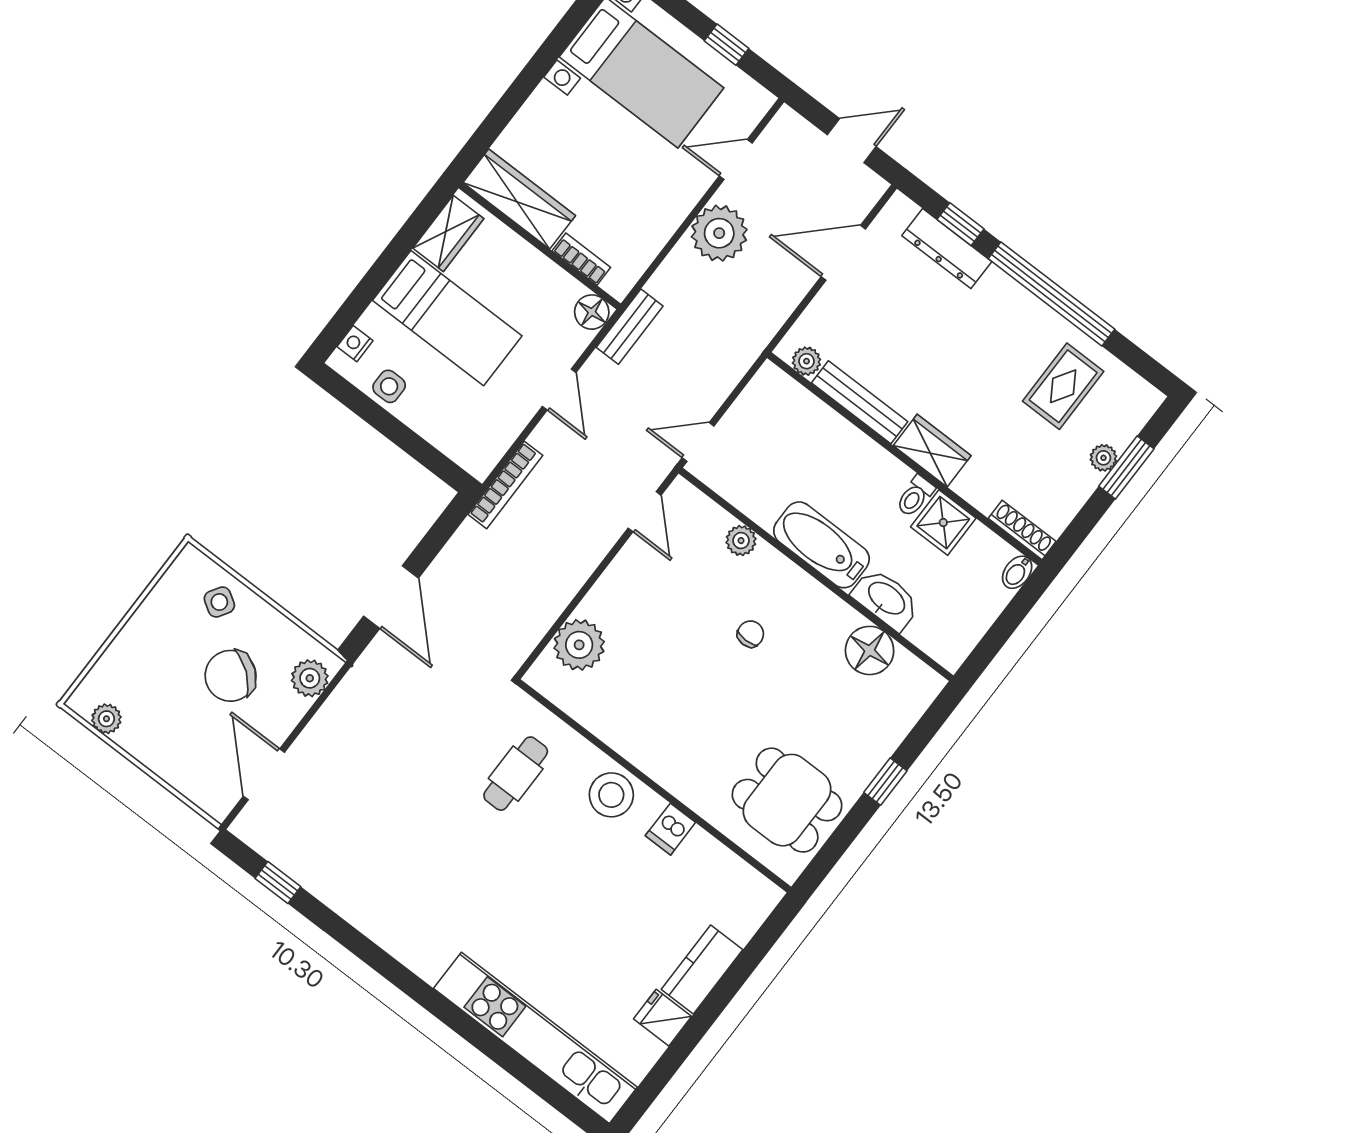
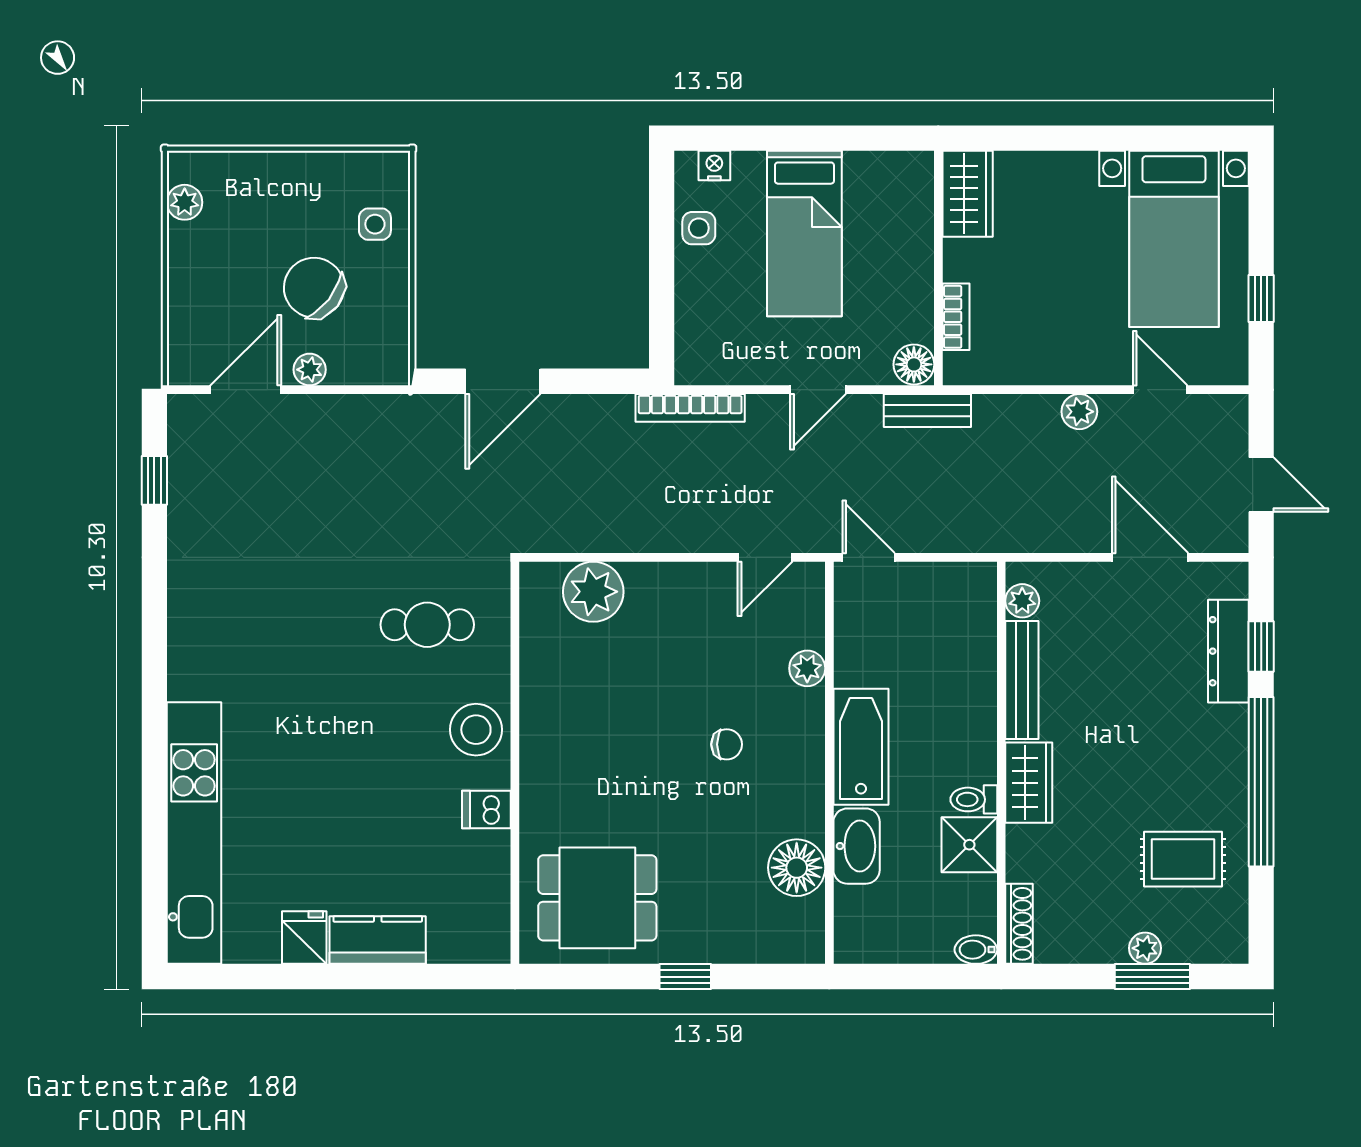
wardrobe: (519, 199) -> (968, 194), width x0.67
wardrobe: (448, 233) -> (885, 174), removed
plant: (719, 233) -> (1079, 412), width x0.53, depth x0.53
side table: (219, 602) -> (375, 224), turned -32
plant: (310, 678) -> (310, 370), moved, width x0.73, depth x0.73
dining table: (787, 800) -> (597, 898), turned 90

